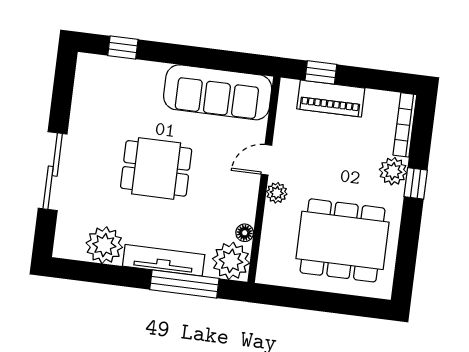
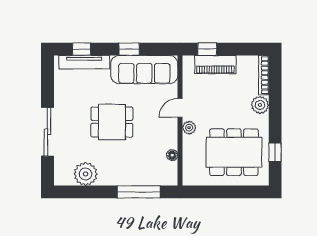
window: (198, 57) -> (129, 49), added
window: (416, 183) -> (275, 152), moved
tv unit: (164, 260) -> (84, 62), moved, turned 180
plant: (231, 261) -> (166, 174), removed

